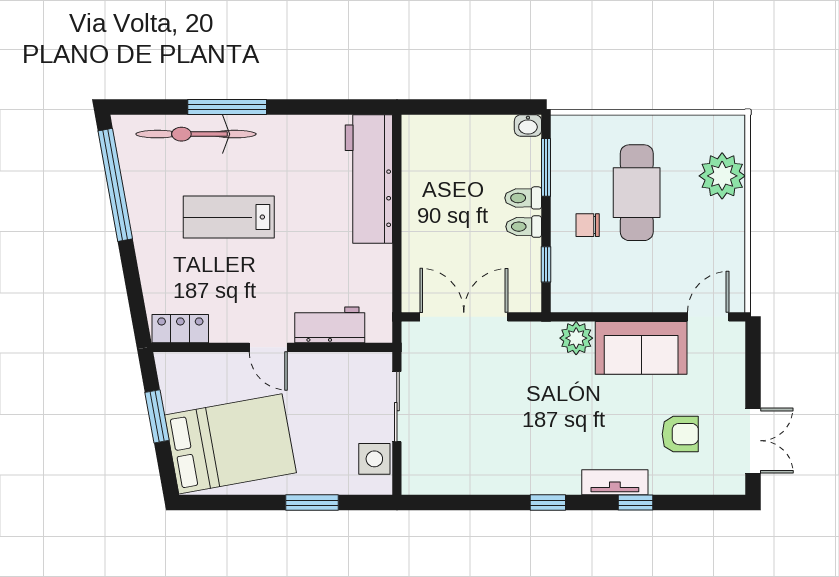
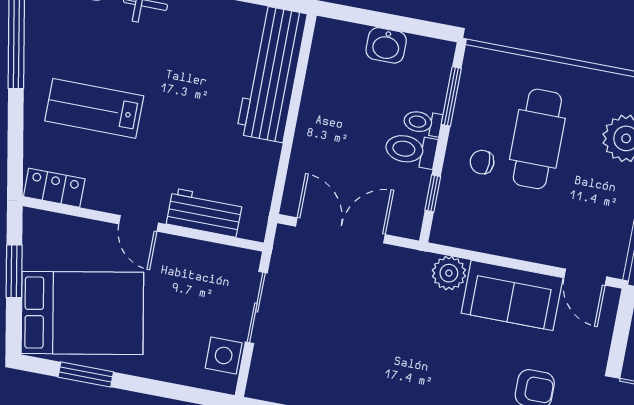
washbasin: (528, 125) -> (386, 45), moved, width x1.38, depth x1.45
lab bench: (229, 217) -> (94, 108), moved
toilet: (524, 227) -> (411, 150), width x1.37, depth x1.39
door: (708, 317) -> (585, 277), swing flipped
window: (312, 503) -> (86, 374), moved

